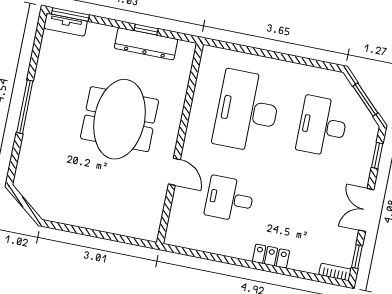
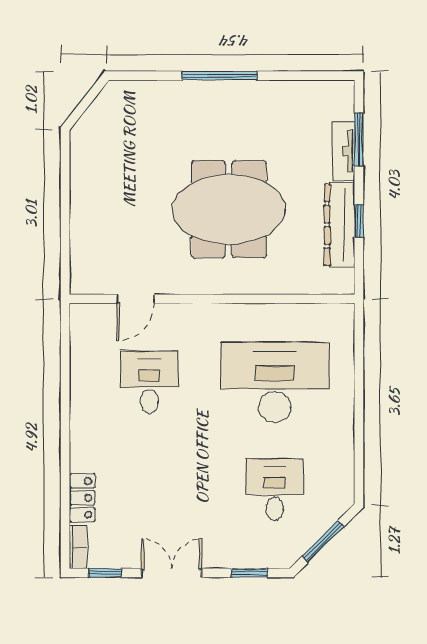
window: (70, 15) -> (359, 140), moved
tv unit: (66, 25) -> (344, 151), moved
desk: (322, 126) -> (275, 490), width x0.73
door: (174, 172) -> (136, 299), moved
locker: (271, 256) -> (82, 498), moved

